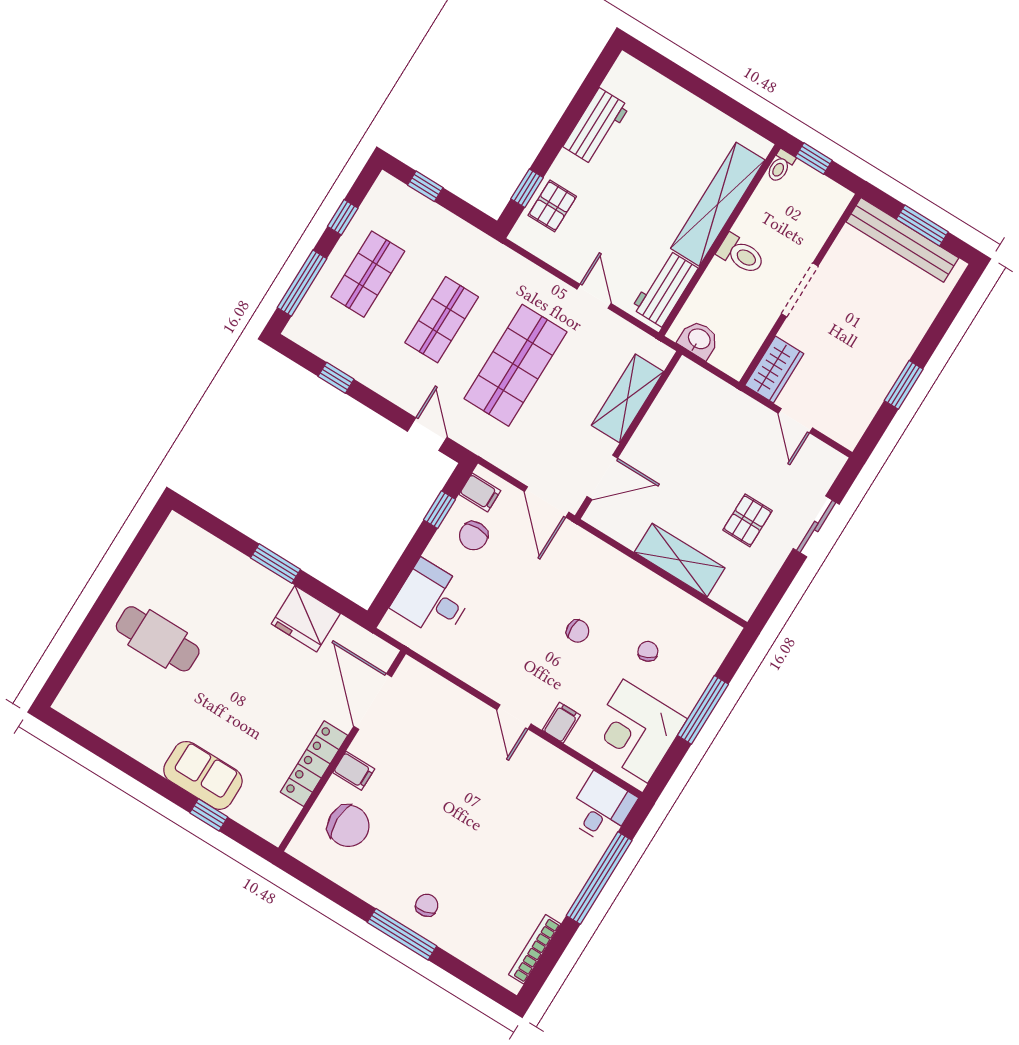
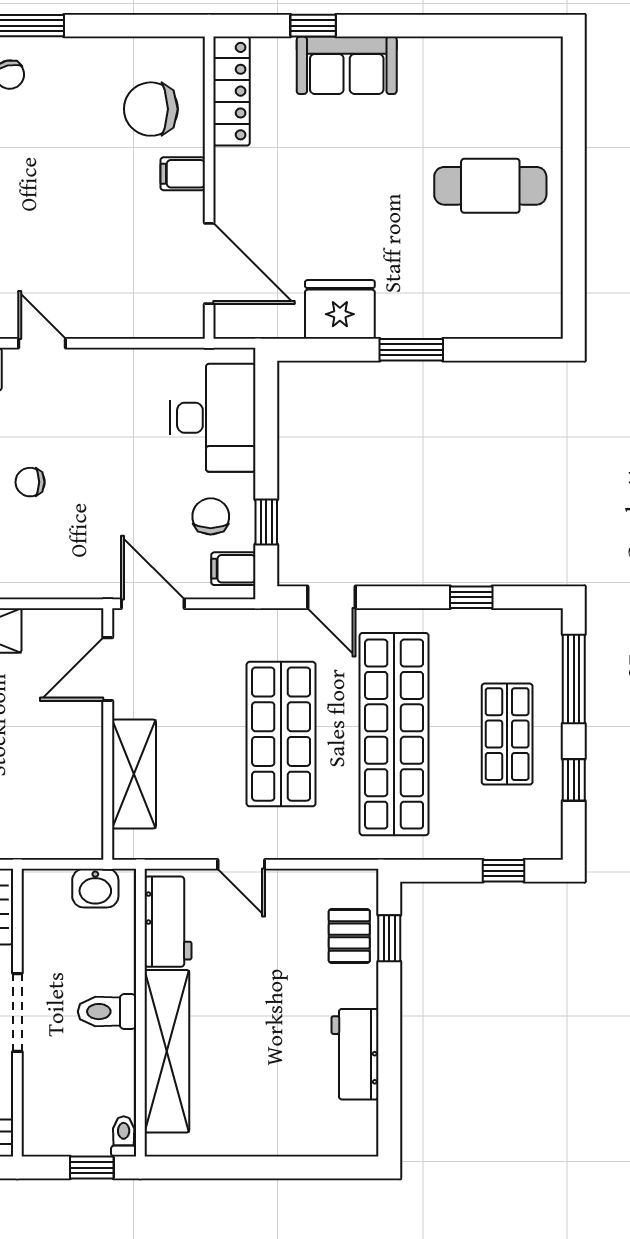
shop shelf: (442, 320) -> (394, 734), width x2.00, depth x1.36
desk: (432, 599) -> (213, 418), width x1.37
locker: (314, 764) -> (232, 91), moved

